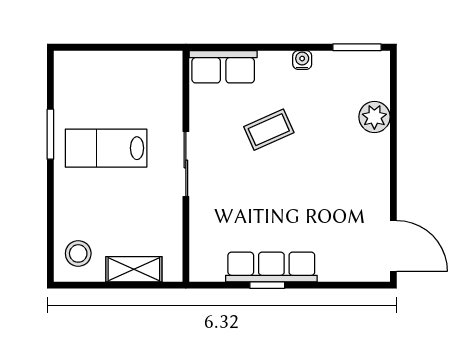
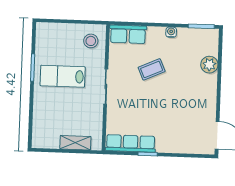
stool: (78, 253) -> (91, 41), moved
row of seats: (271, 267) -> (130, 143), moved

